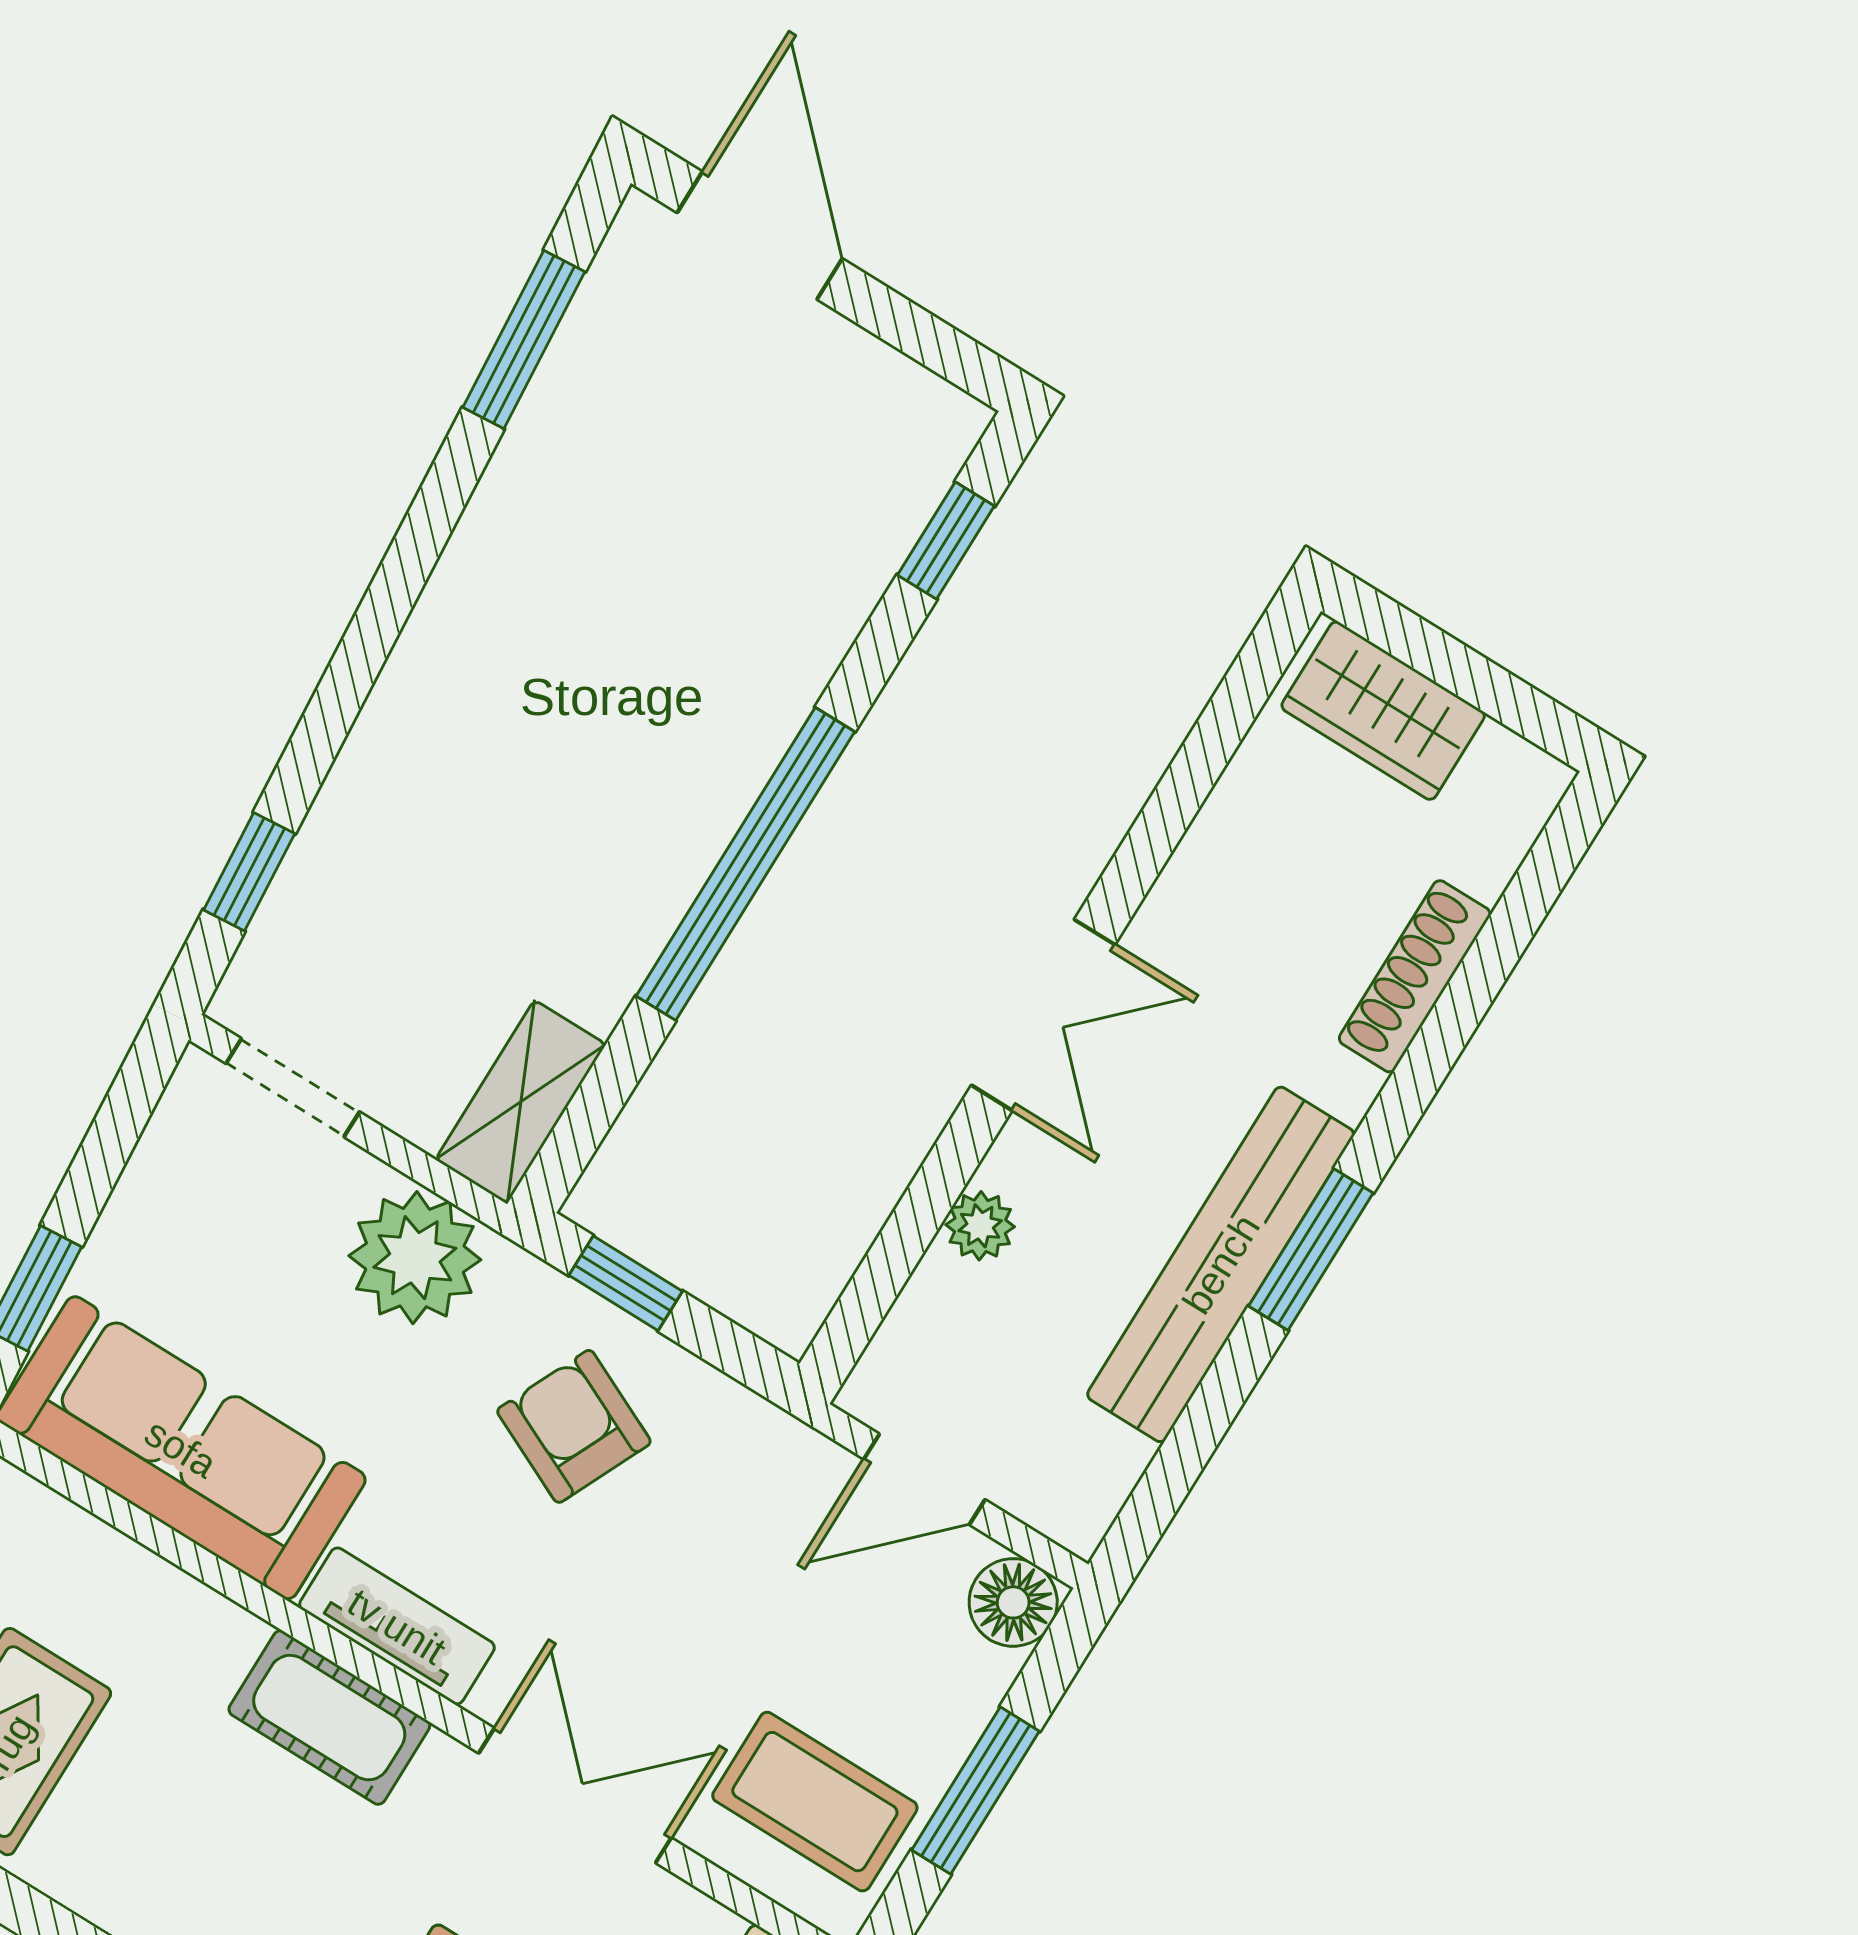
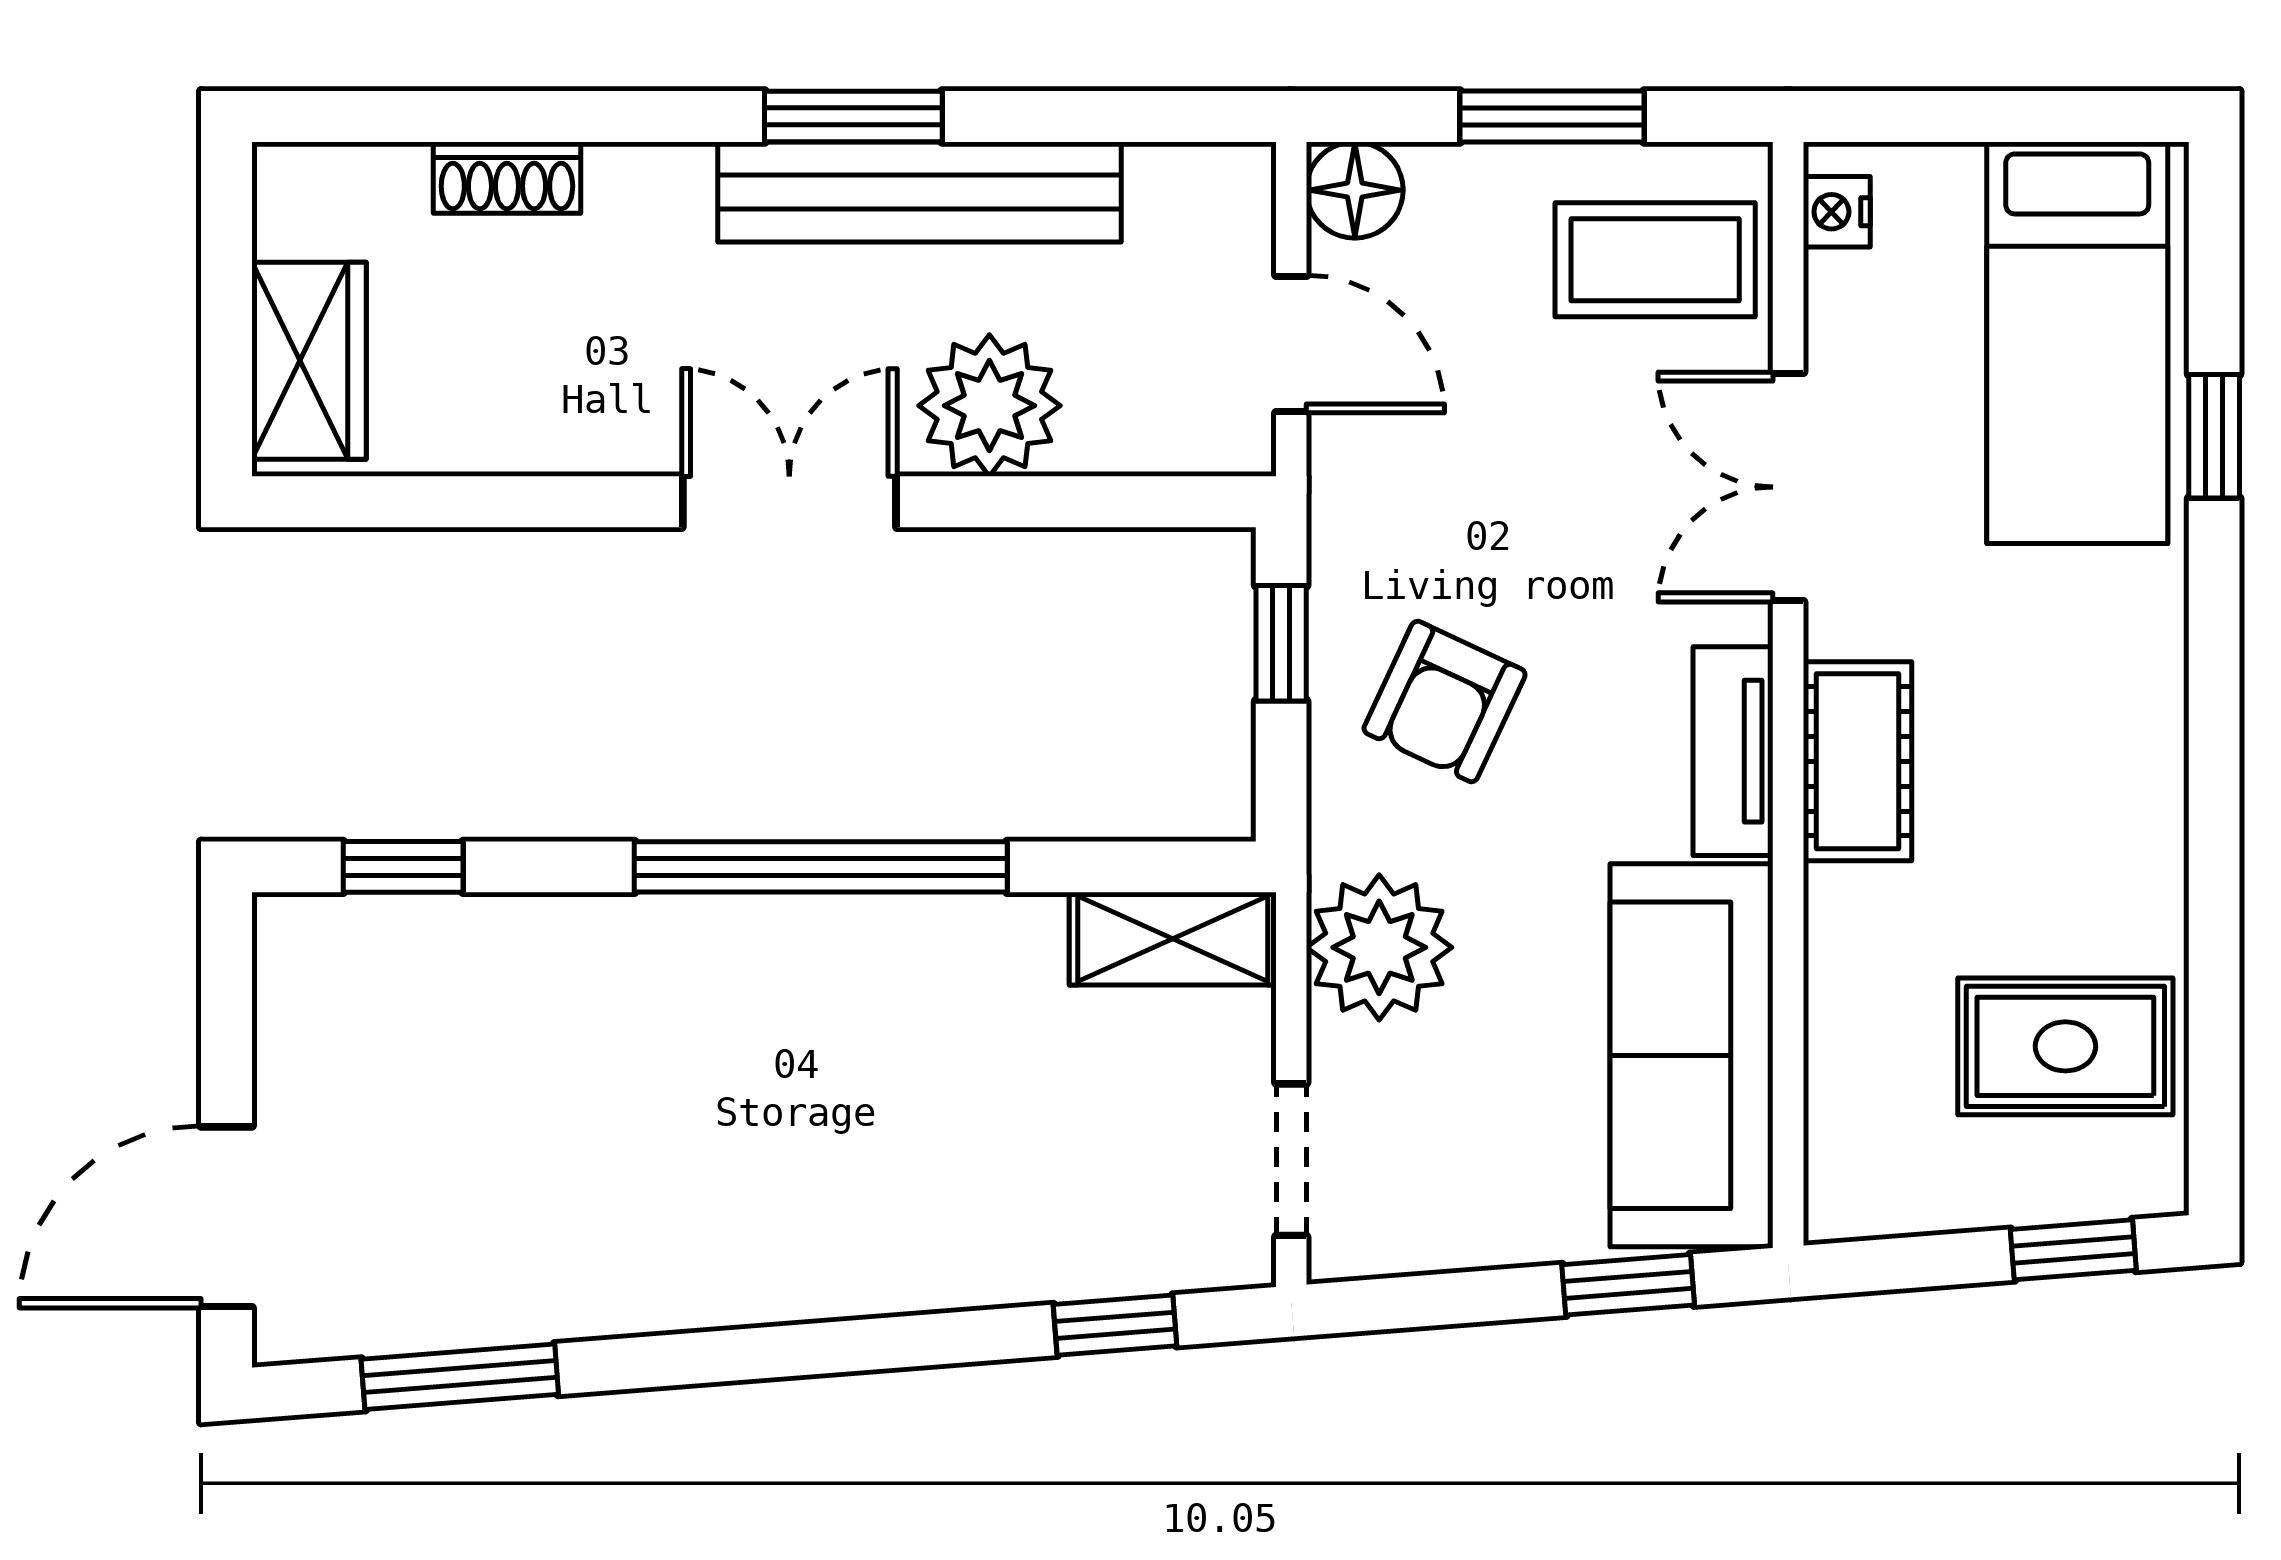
shoe rack: (1415, 976) -> (507, 178), width x0.70
plant: (980, 1226) -> (989, 406), width x1.88, depth x1.88
window: (626, 1283) -> (1281, 643), moved
coffee table: (815, 1802) -> (1655, 260), turned 90

